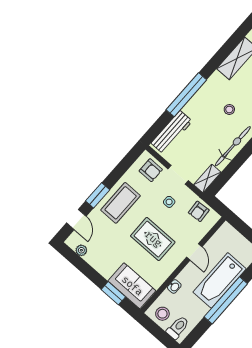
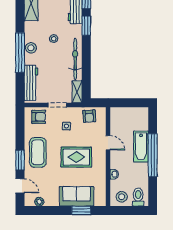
stool: (201, 99) -> (31, 48), added
bathtub: (220, 280) -> (141, 147), width x0.73, depth x0.73
sofa: (132, 286) -> (77, 196), moved

